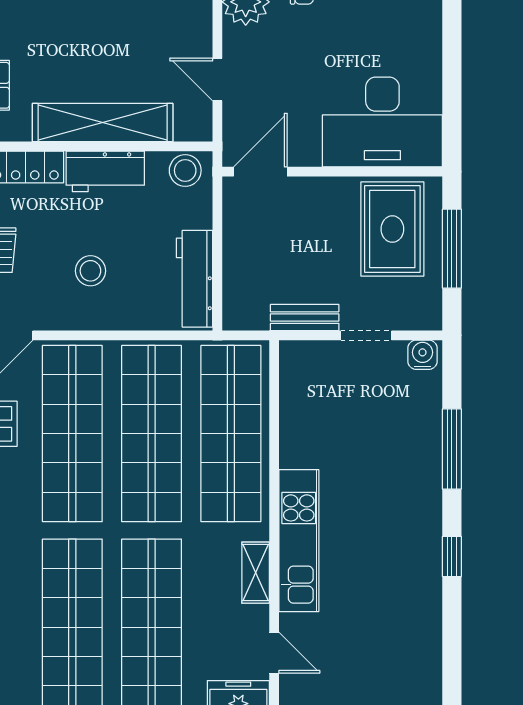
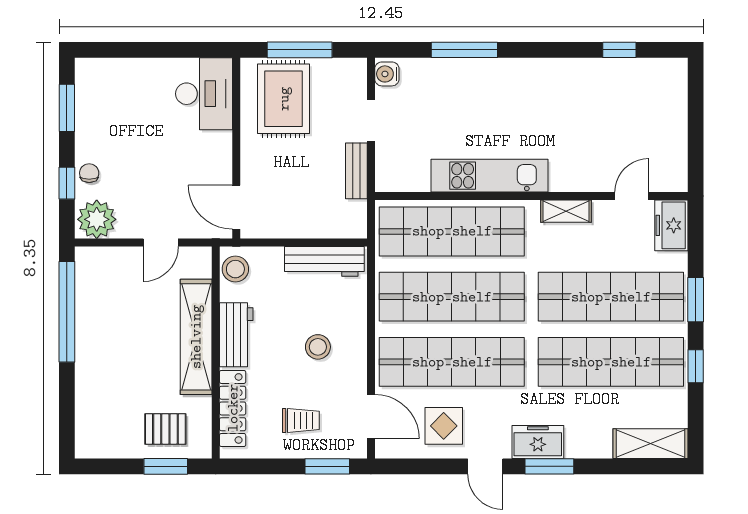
desk: (382, 122) -> (204, 94), width x0.73, depth x0.77
rug: (392, 229) -> (284, 99), turned 90
kitchen unit: (299, 541) -> (489, 176), moved
window: (452, 556) -> (619, 50), moved

